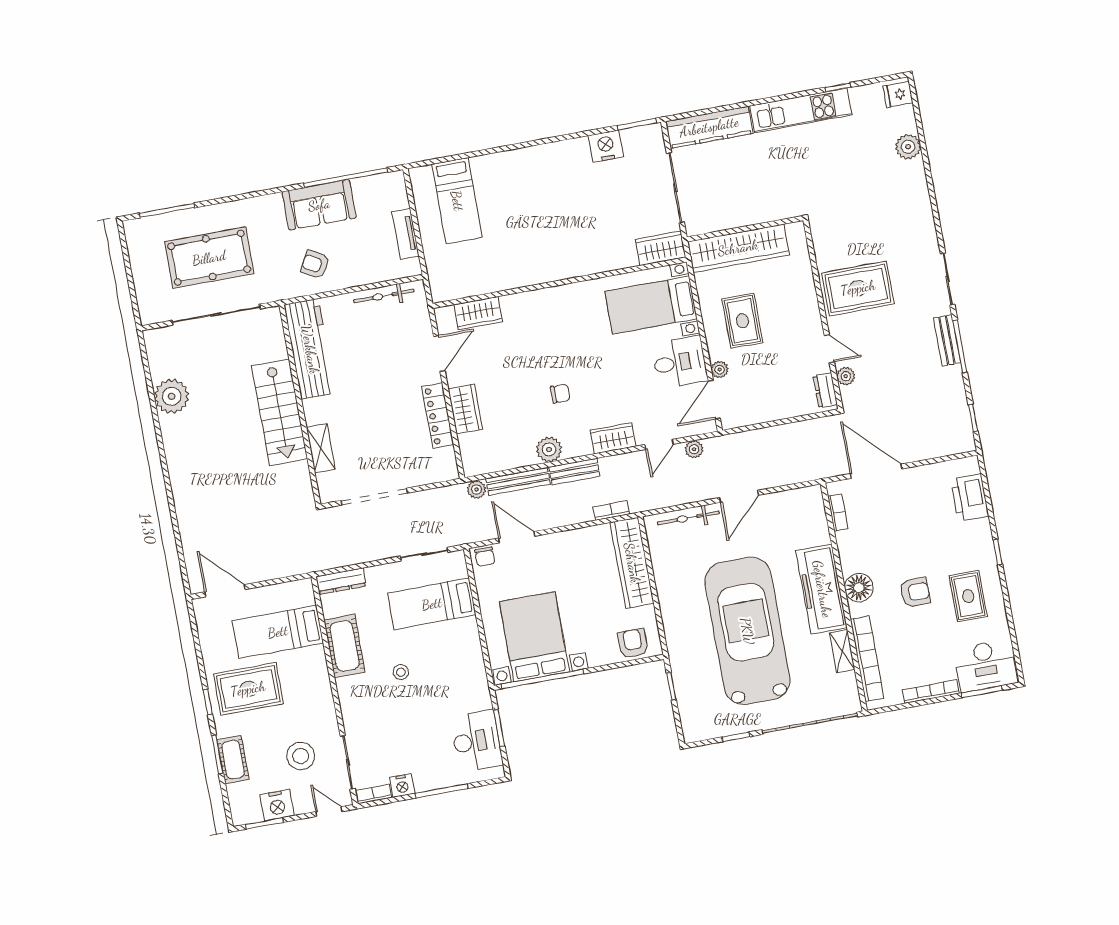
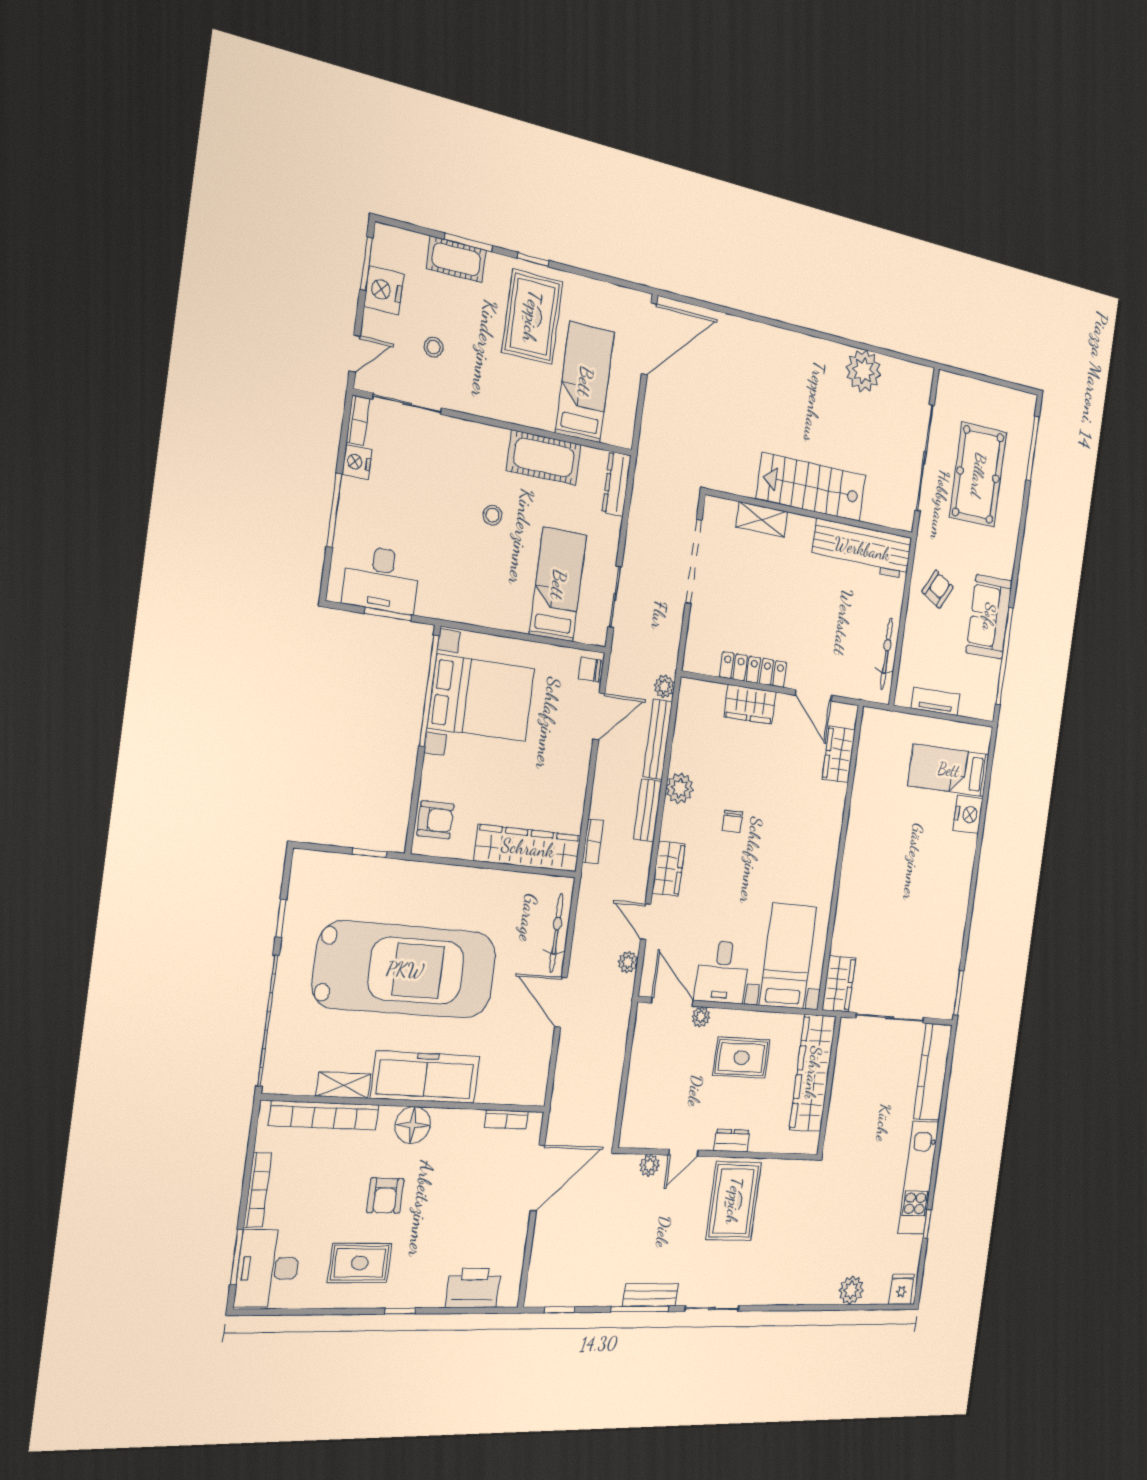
nightstand: (606, 146) -> (968, 814), moved
dresser: (825, 390) -> (732, 1141), moved
door: (225, 591) -> (649, 339), width x1.36
stool: (301, 756) -> (434, 347), width x0.53, depth x0.53

